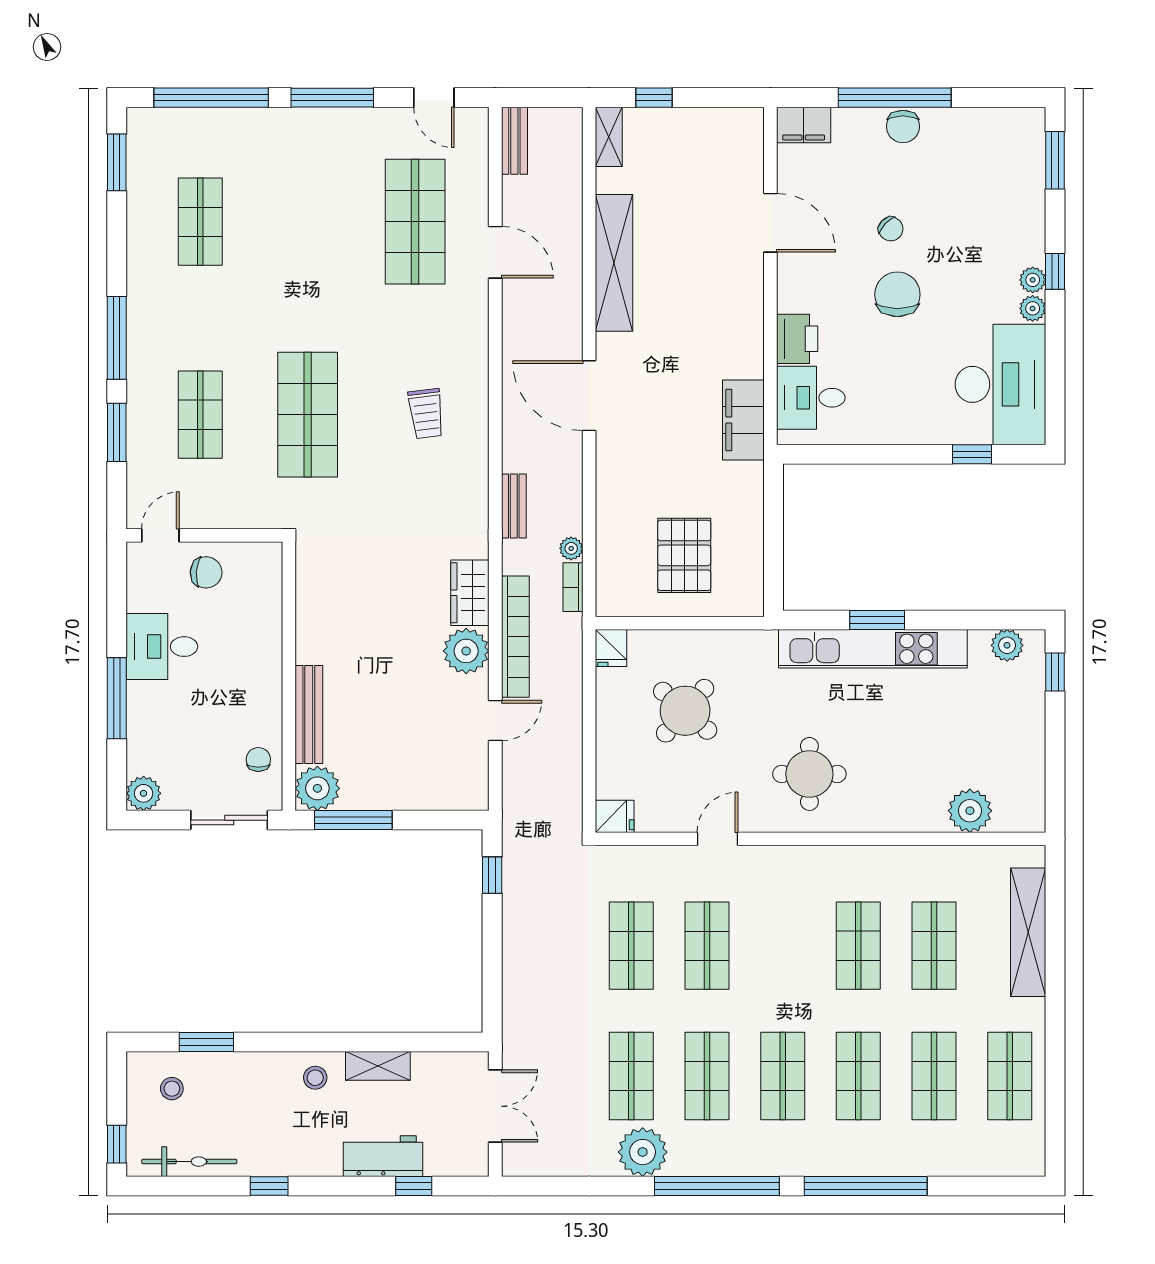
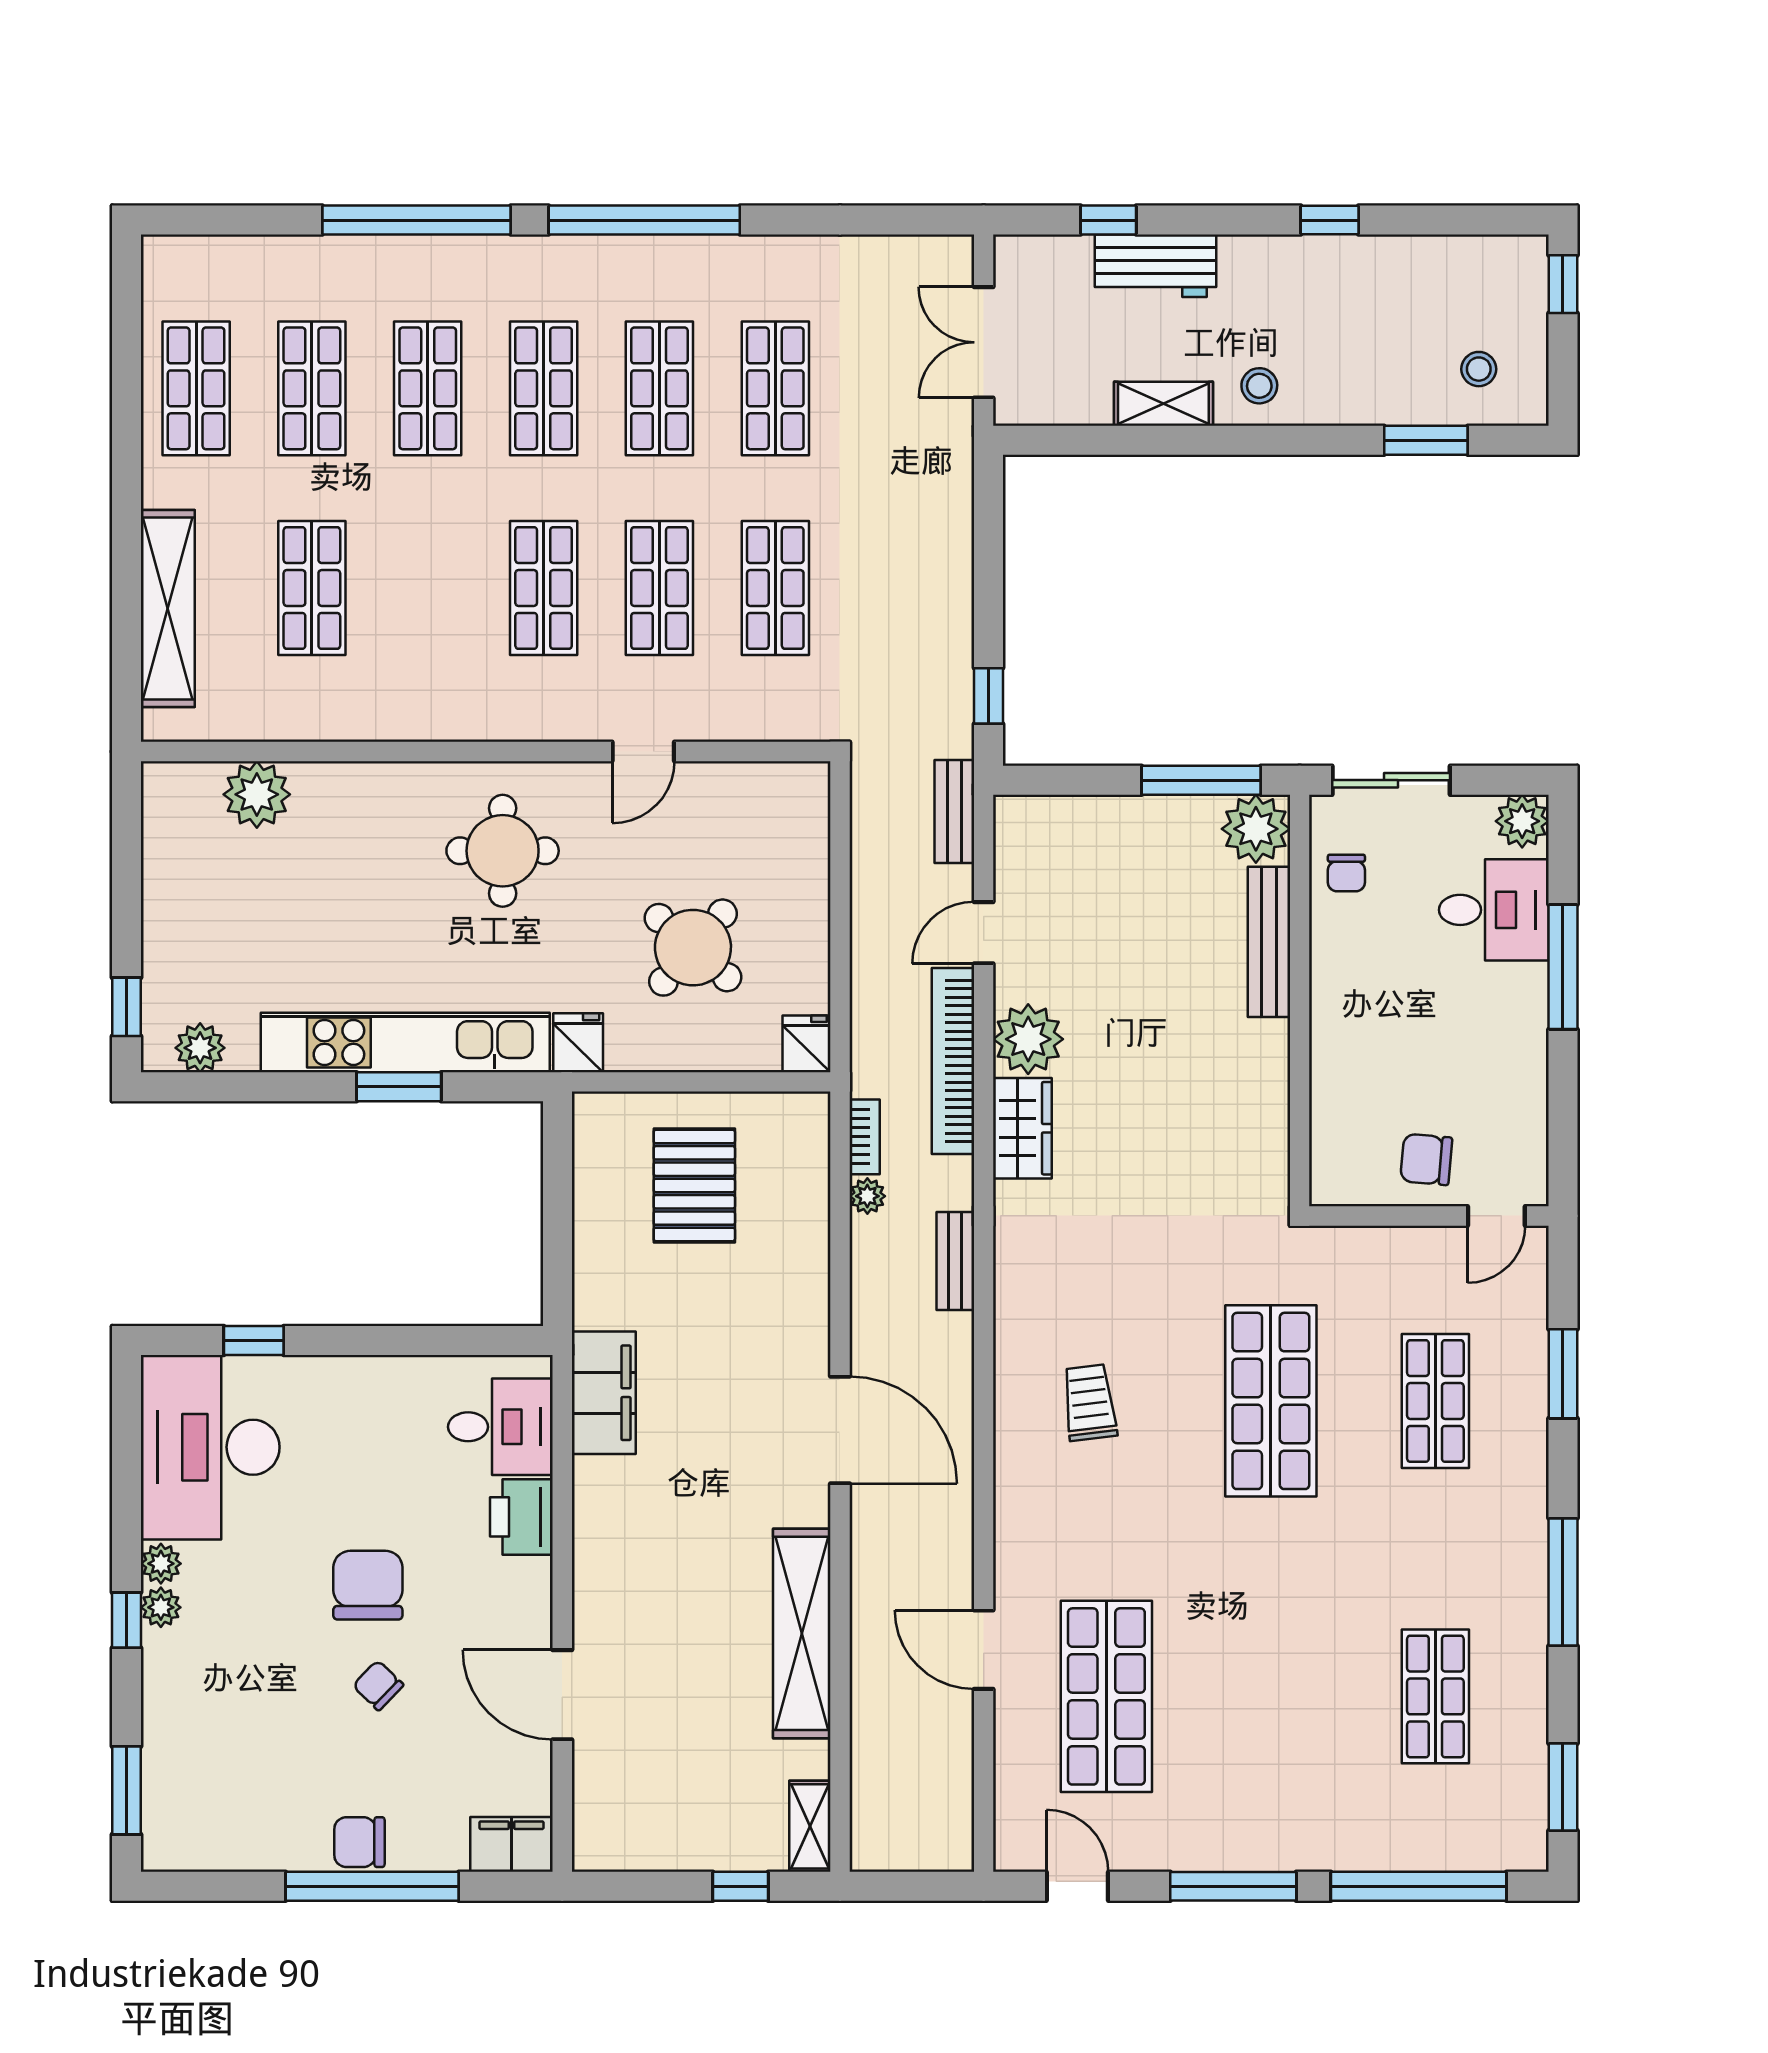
chair: (903, 126) -> (359, 1842), turned -90
bench: (514, 141) -> (954, 812), moved
chair: (897, 294) -> (368, 1585), turned 180
window: (117, 338) -> (1563, 1582), moved
desk: (162, 647) -> (1494, 910), moved
fridge: (615, 816) -> (578, 1043), moved, turned 90
shop shelf: (858, 946) -> (544, 588), moved
plant: (643, 1152) -> (758, 272), removed
bicycle: (189, 1162) -> (1452, 257), removed

